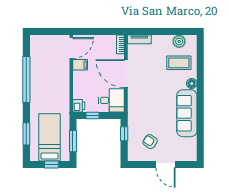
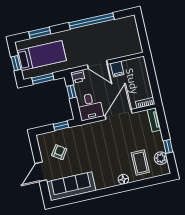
window: (169, 31) -> (168, 146), added
door: (71, 48) -> (97, 65), moved
sofa: (187, 113) -> (71, 186), moved

